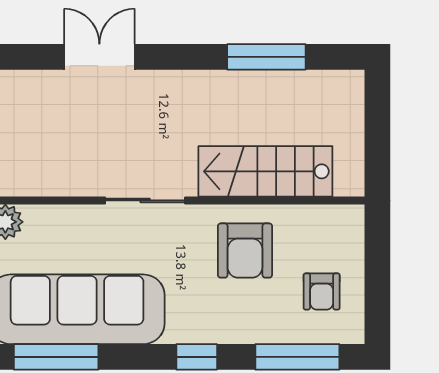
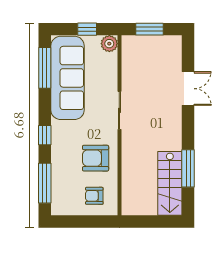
stairs: (265, 171) -> (170, 183), moved, turned 180
armchair: (322, 291) -> (94, 196), moved

